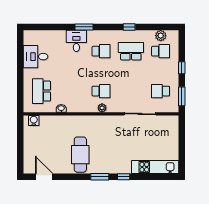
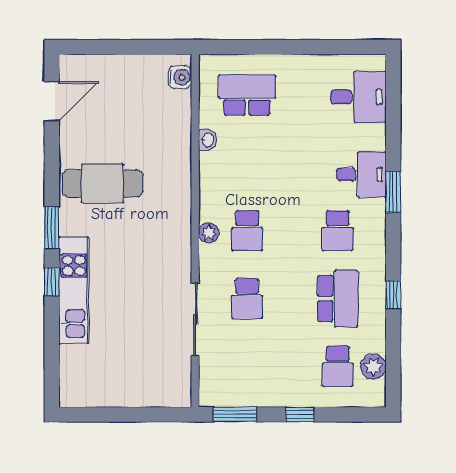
desk: (36, 57) -> (358, 97), moved, turned 90
school desk: (161, 91) -> (247, 299), moved, turned 180
kitchen unit: (155, 167) -> (74, 290), moved

